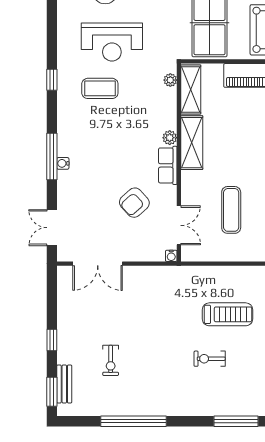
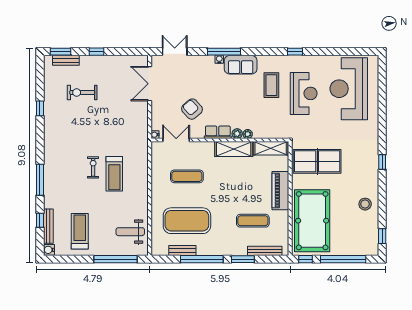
reception desk: (112, 42) -> (304, 93), turned 180
window: (52, 80) -> (295, 52), moved
plant: (170, 80) -> (248, 134), moved
sofa: (71, 133) -> (241, 65), added
double door: (179, 225) -> (176, 140), swing flipped
exercise bike: (210, 359) -> (93, 167), moved
exercise bike: (111, 360) -> (82, 93), width x1.38, depth x1.39
window: (133, 421) -> (40, 108), width x0.32

